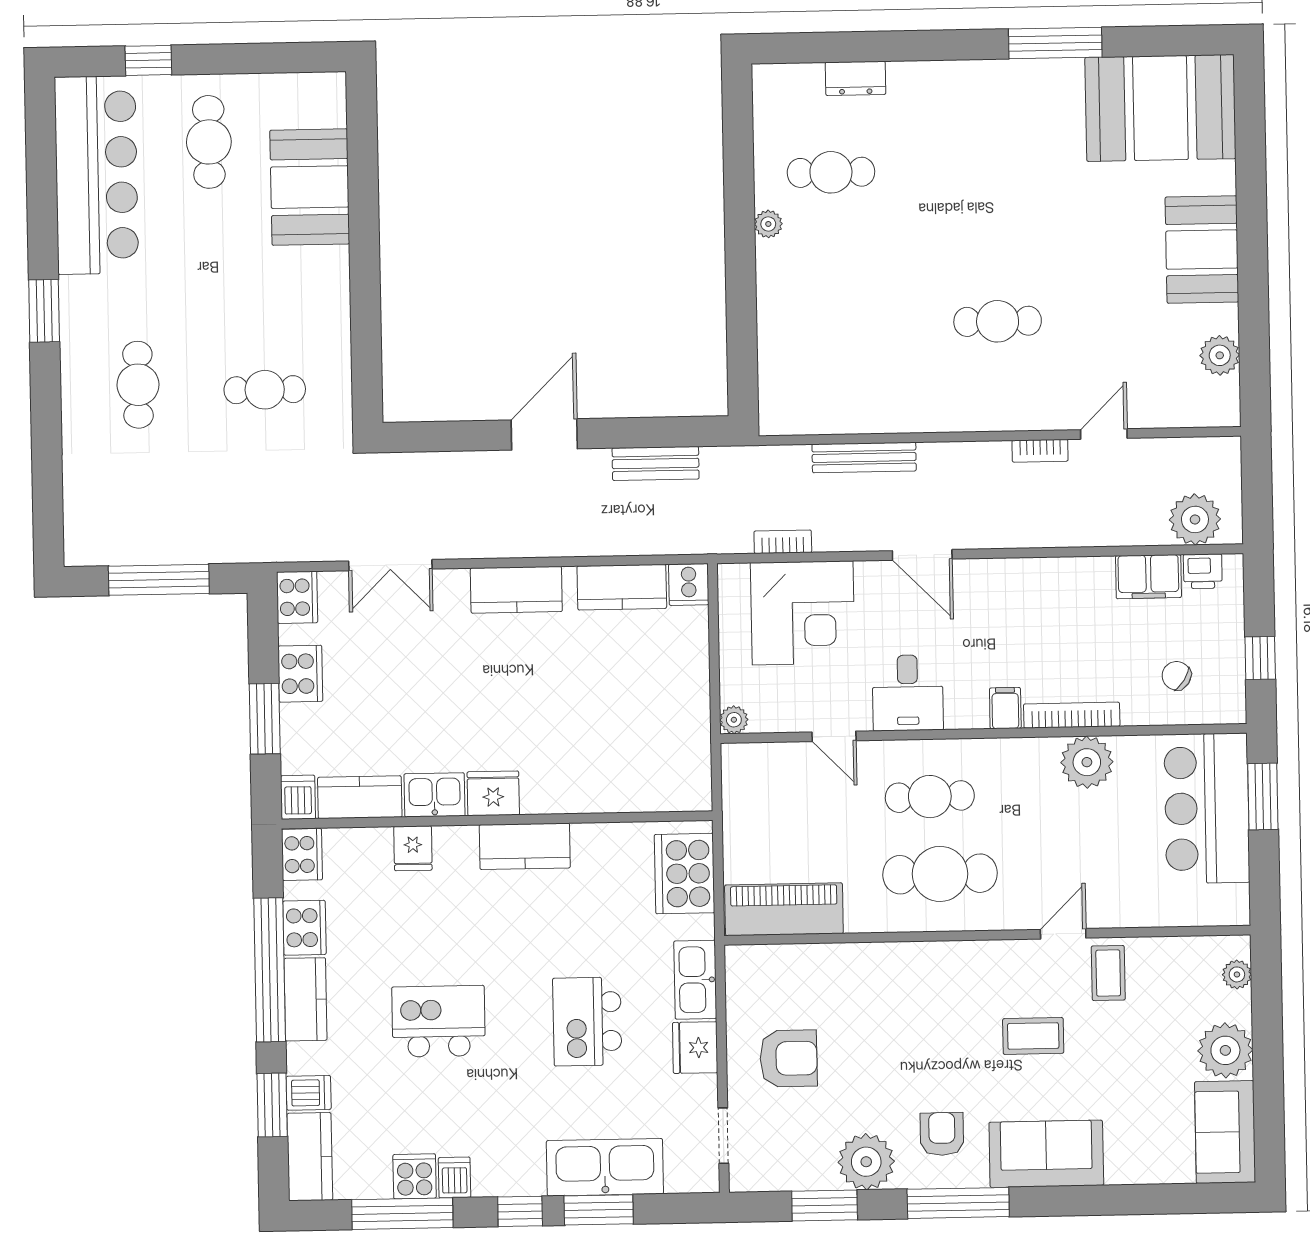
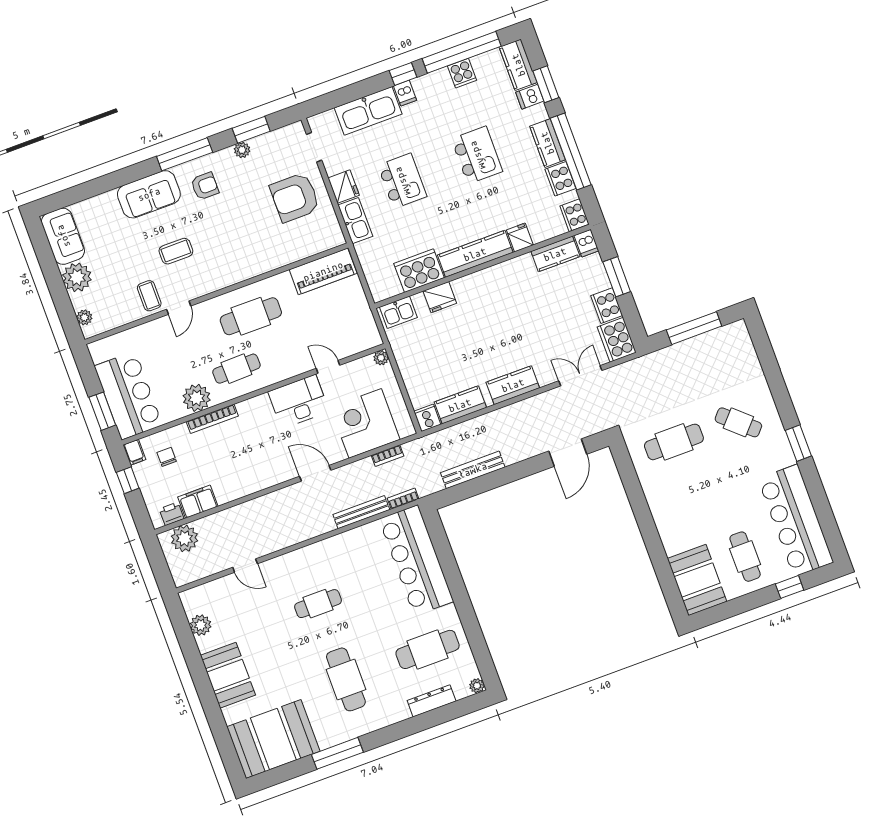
dresser: (855, 78) -> (432, 701), width x1.44
cafe table: (995, 169) -> (346, 679), added
cafe table: (831, 172) -> (428, 649), width x1.37, depth x1.35
booth: (310, 187) -> (697, 580), moved
plant: (768, 224) -> (477, 686), moved
bar counter: (796, 338) -> (416, 560), added
cafe table: (138, 385) -> (738, 422), turned -48
cafe table: (265, 390) -> (674, 442), width x1.37, depth x1.35
door: (544, 434) -> (568, 453), moved
door: (1104, 434) -> (245, 566), hinge flipped
bookcase: (1040, 451) -> (403, 499), moved
bench: (656, 463) -> (473, 470), width x1.36
cooker: (297, 597) -> (617, 340), width x1.37, depth x1.31
chair: (1176, 676) -> (167, 457), turned -123
desk: (908, 693) -> (299, 402), width x1.37
filing cabinet: (1005, 708) -> (134, 452), moved
fridge: (493, 793) -> (440, 297), moved
kitchen sink: (434, 795) -> (398, 312), moved
cafe table: (930, 797) -> (236, 369), moved
kitchen counter: (525, 846) -> (475, 254), width x1.50
cooker: (684, 874) -> (419, 271), moved, turned -90
kitchen island: (439, 1021) -> (477, 155), turned -90
armchair: (789, 1058) -> (295, 197), width x1.36, depth x1.36
armchair: (942, 1134) -> (205, 186), turned -90
plant: (866, 1162) -> (242, 150), width x0.53, depth x0.53
dishwasher: (455, 1178) -> (405, 93), moved
window: (599, 1210) -> (364, 88), removed
window: (402, 1214) -> (462, 52), width x1.46

